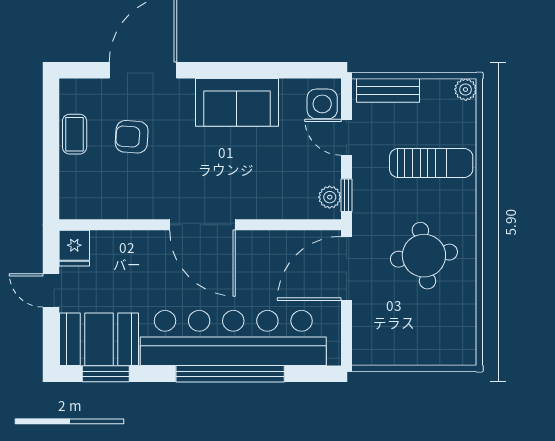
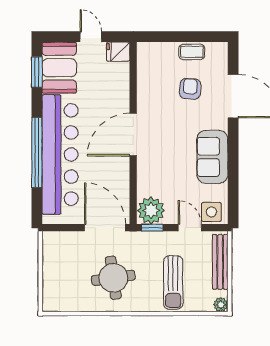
bench: (388, 90) -> (220, 262), width x1.36
door: (346, 137) -> (190, 228), hinge flipped
plant: (330, 197) -> (151, 210), width x1.87, depth x1.87
door: (51, 290) -> (91, 37), hinge flipped

